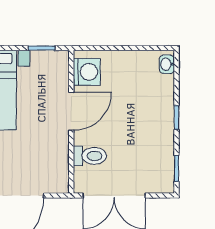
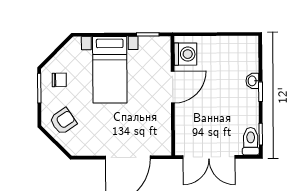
washbasin: (167, 64) -> (252, 81), moved
toilet: (90, 156) -> (251, 141), moved, turned -90

